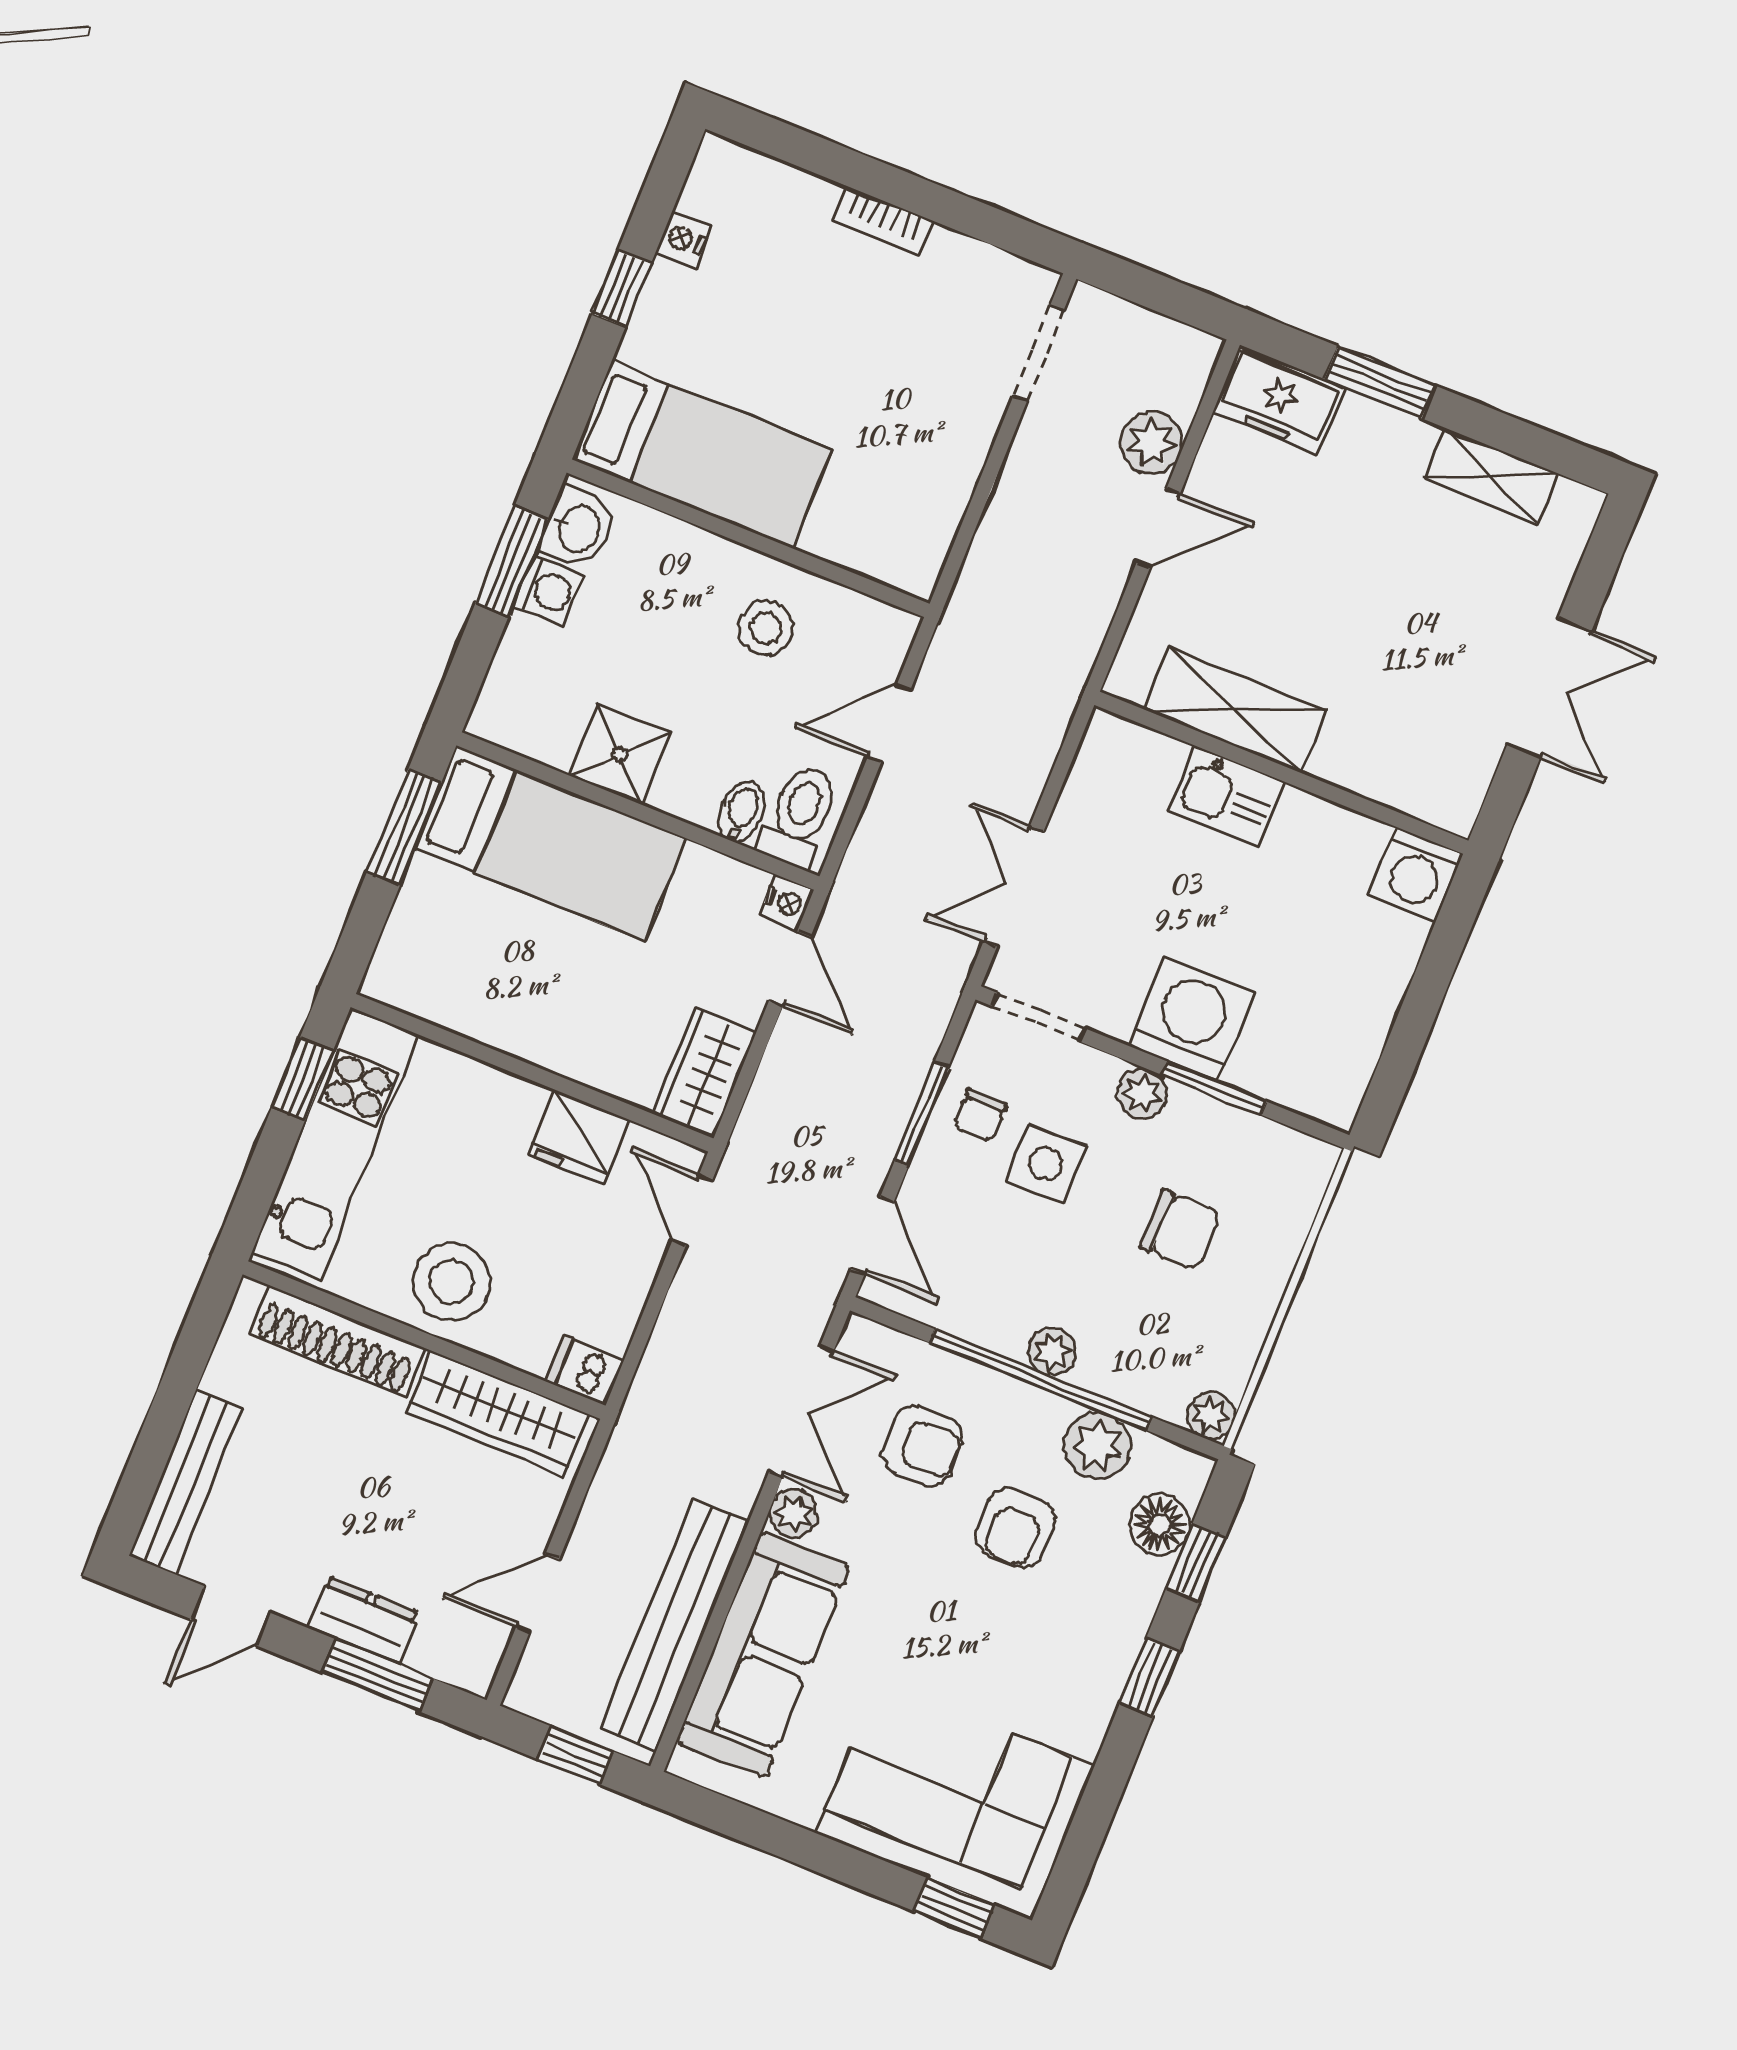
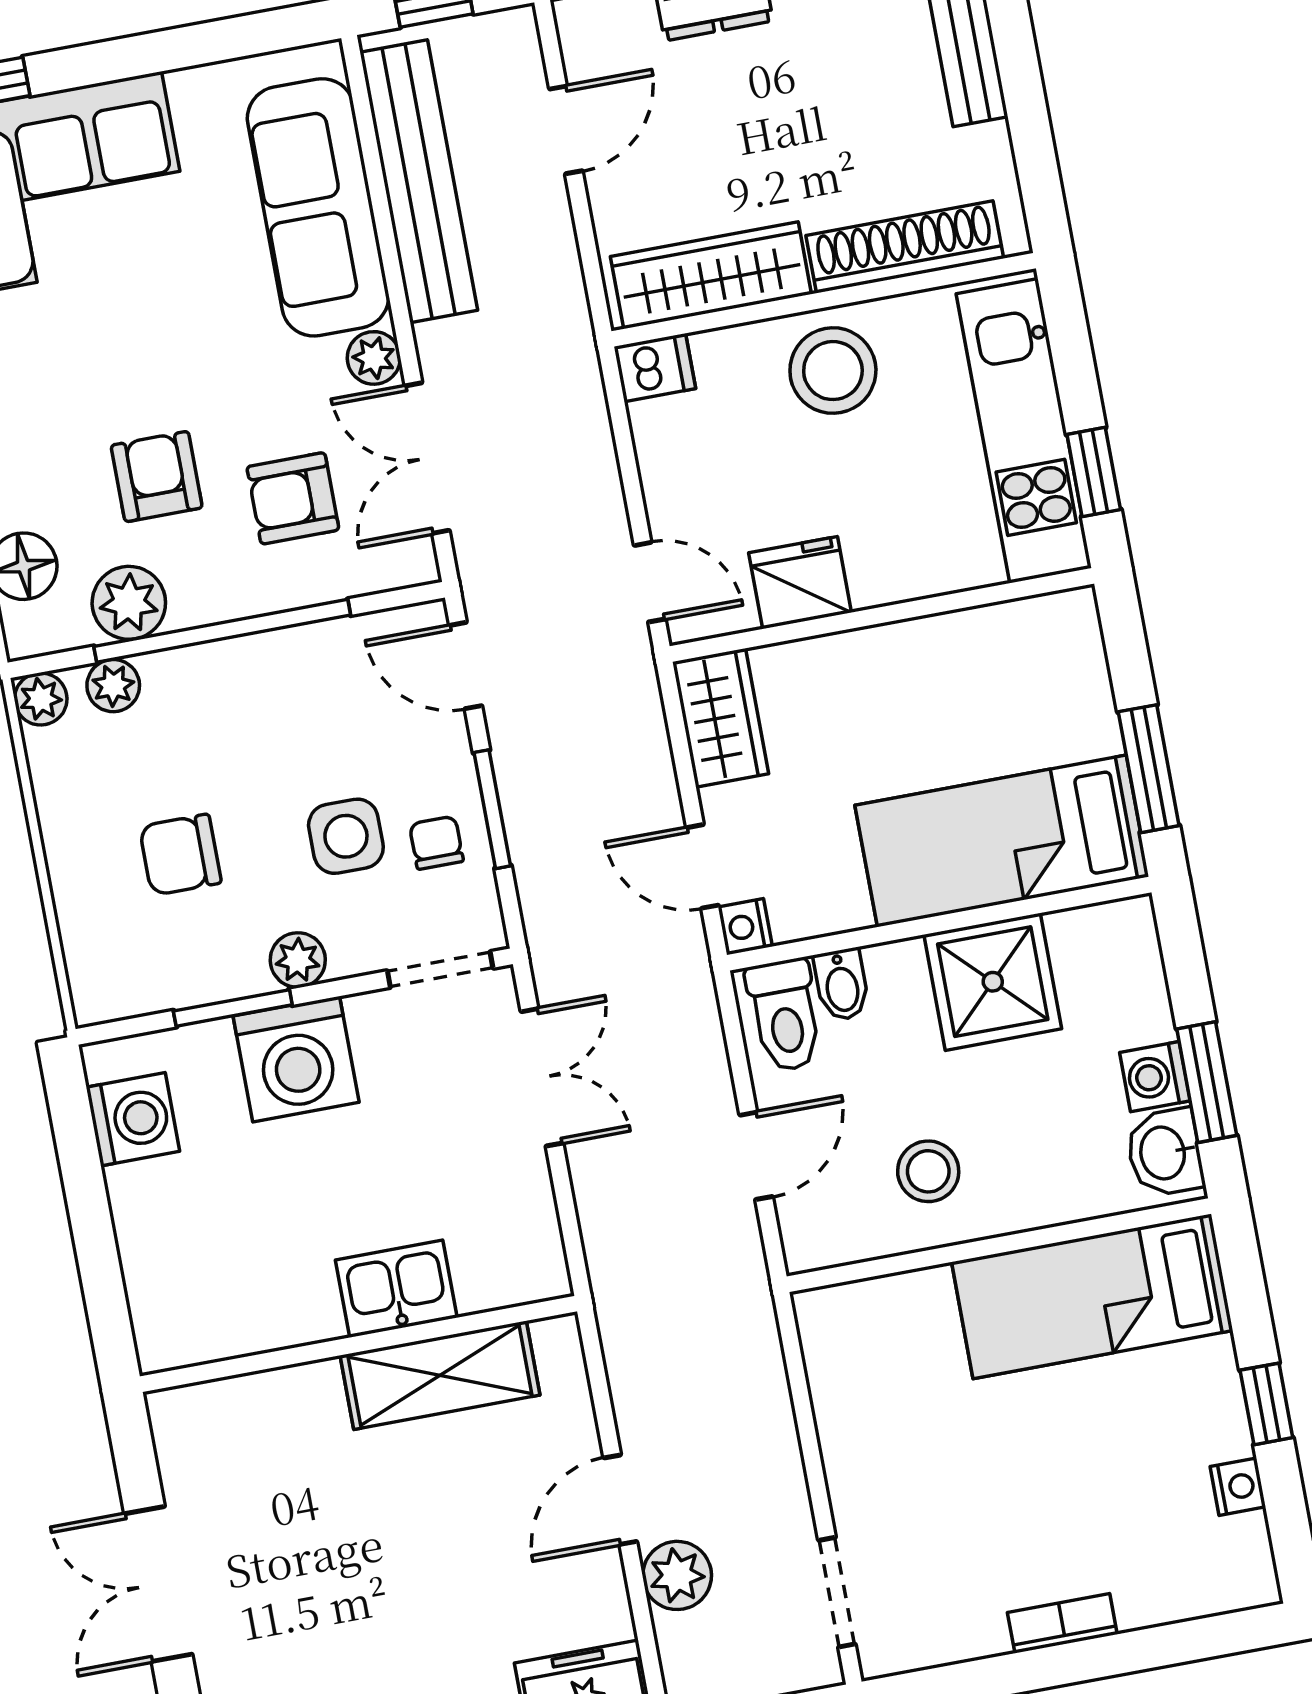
shower: (620, 754) -> (993, 982), width x1.36, depth x1.36
washing machine: (1416, 874) -> (133, 1119), moved, turned 90
plant: (1052, 1351) -> (113, 686), moved

